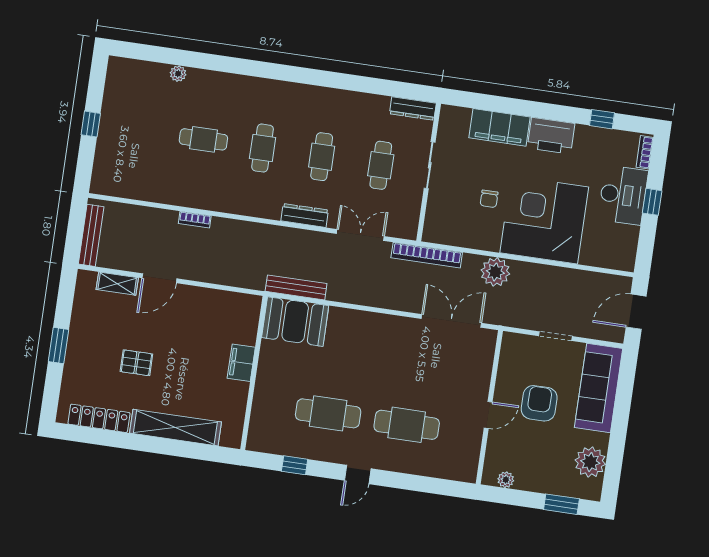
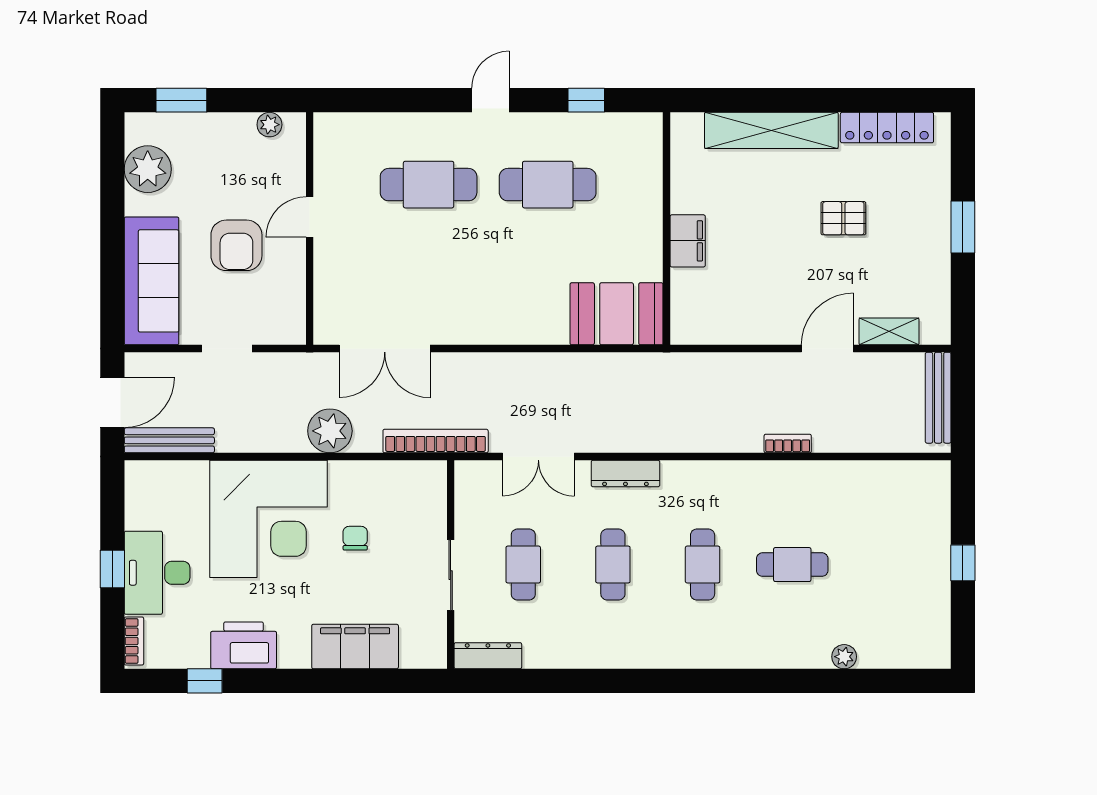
printer: (551, 136) -> (244, 645), moved
bench: (296, 287) -> (169, 440), moved

